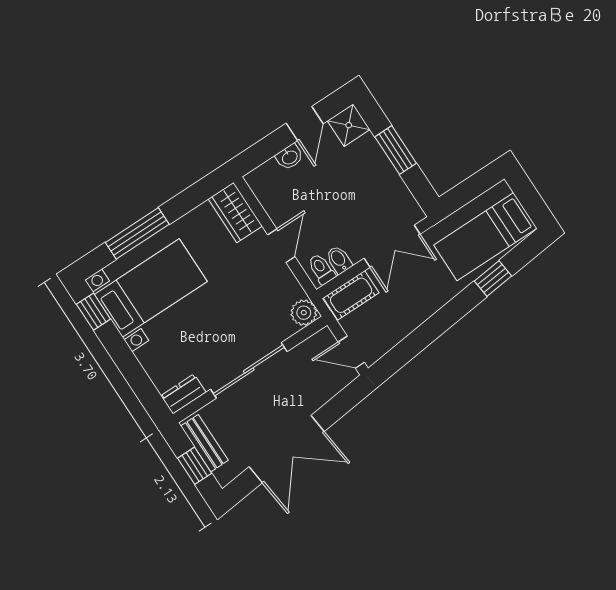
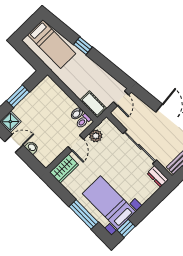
door: (281, 246) -> (76, 143), swing flipped
double door: (392, 246) -> (65, 89), removed
window: (493, 279) -> (83, 46), moved
plant: (304, 313) -> (96, 136), moved

